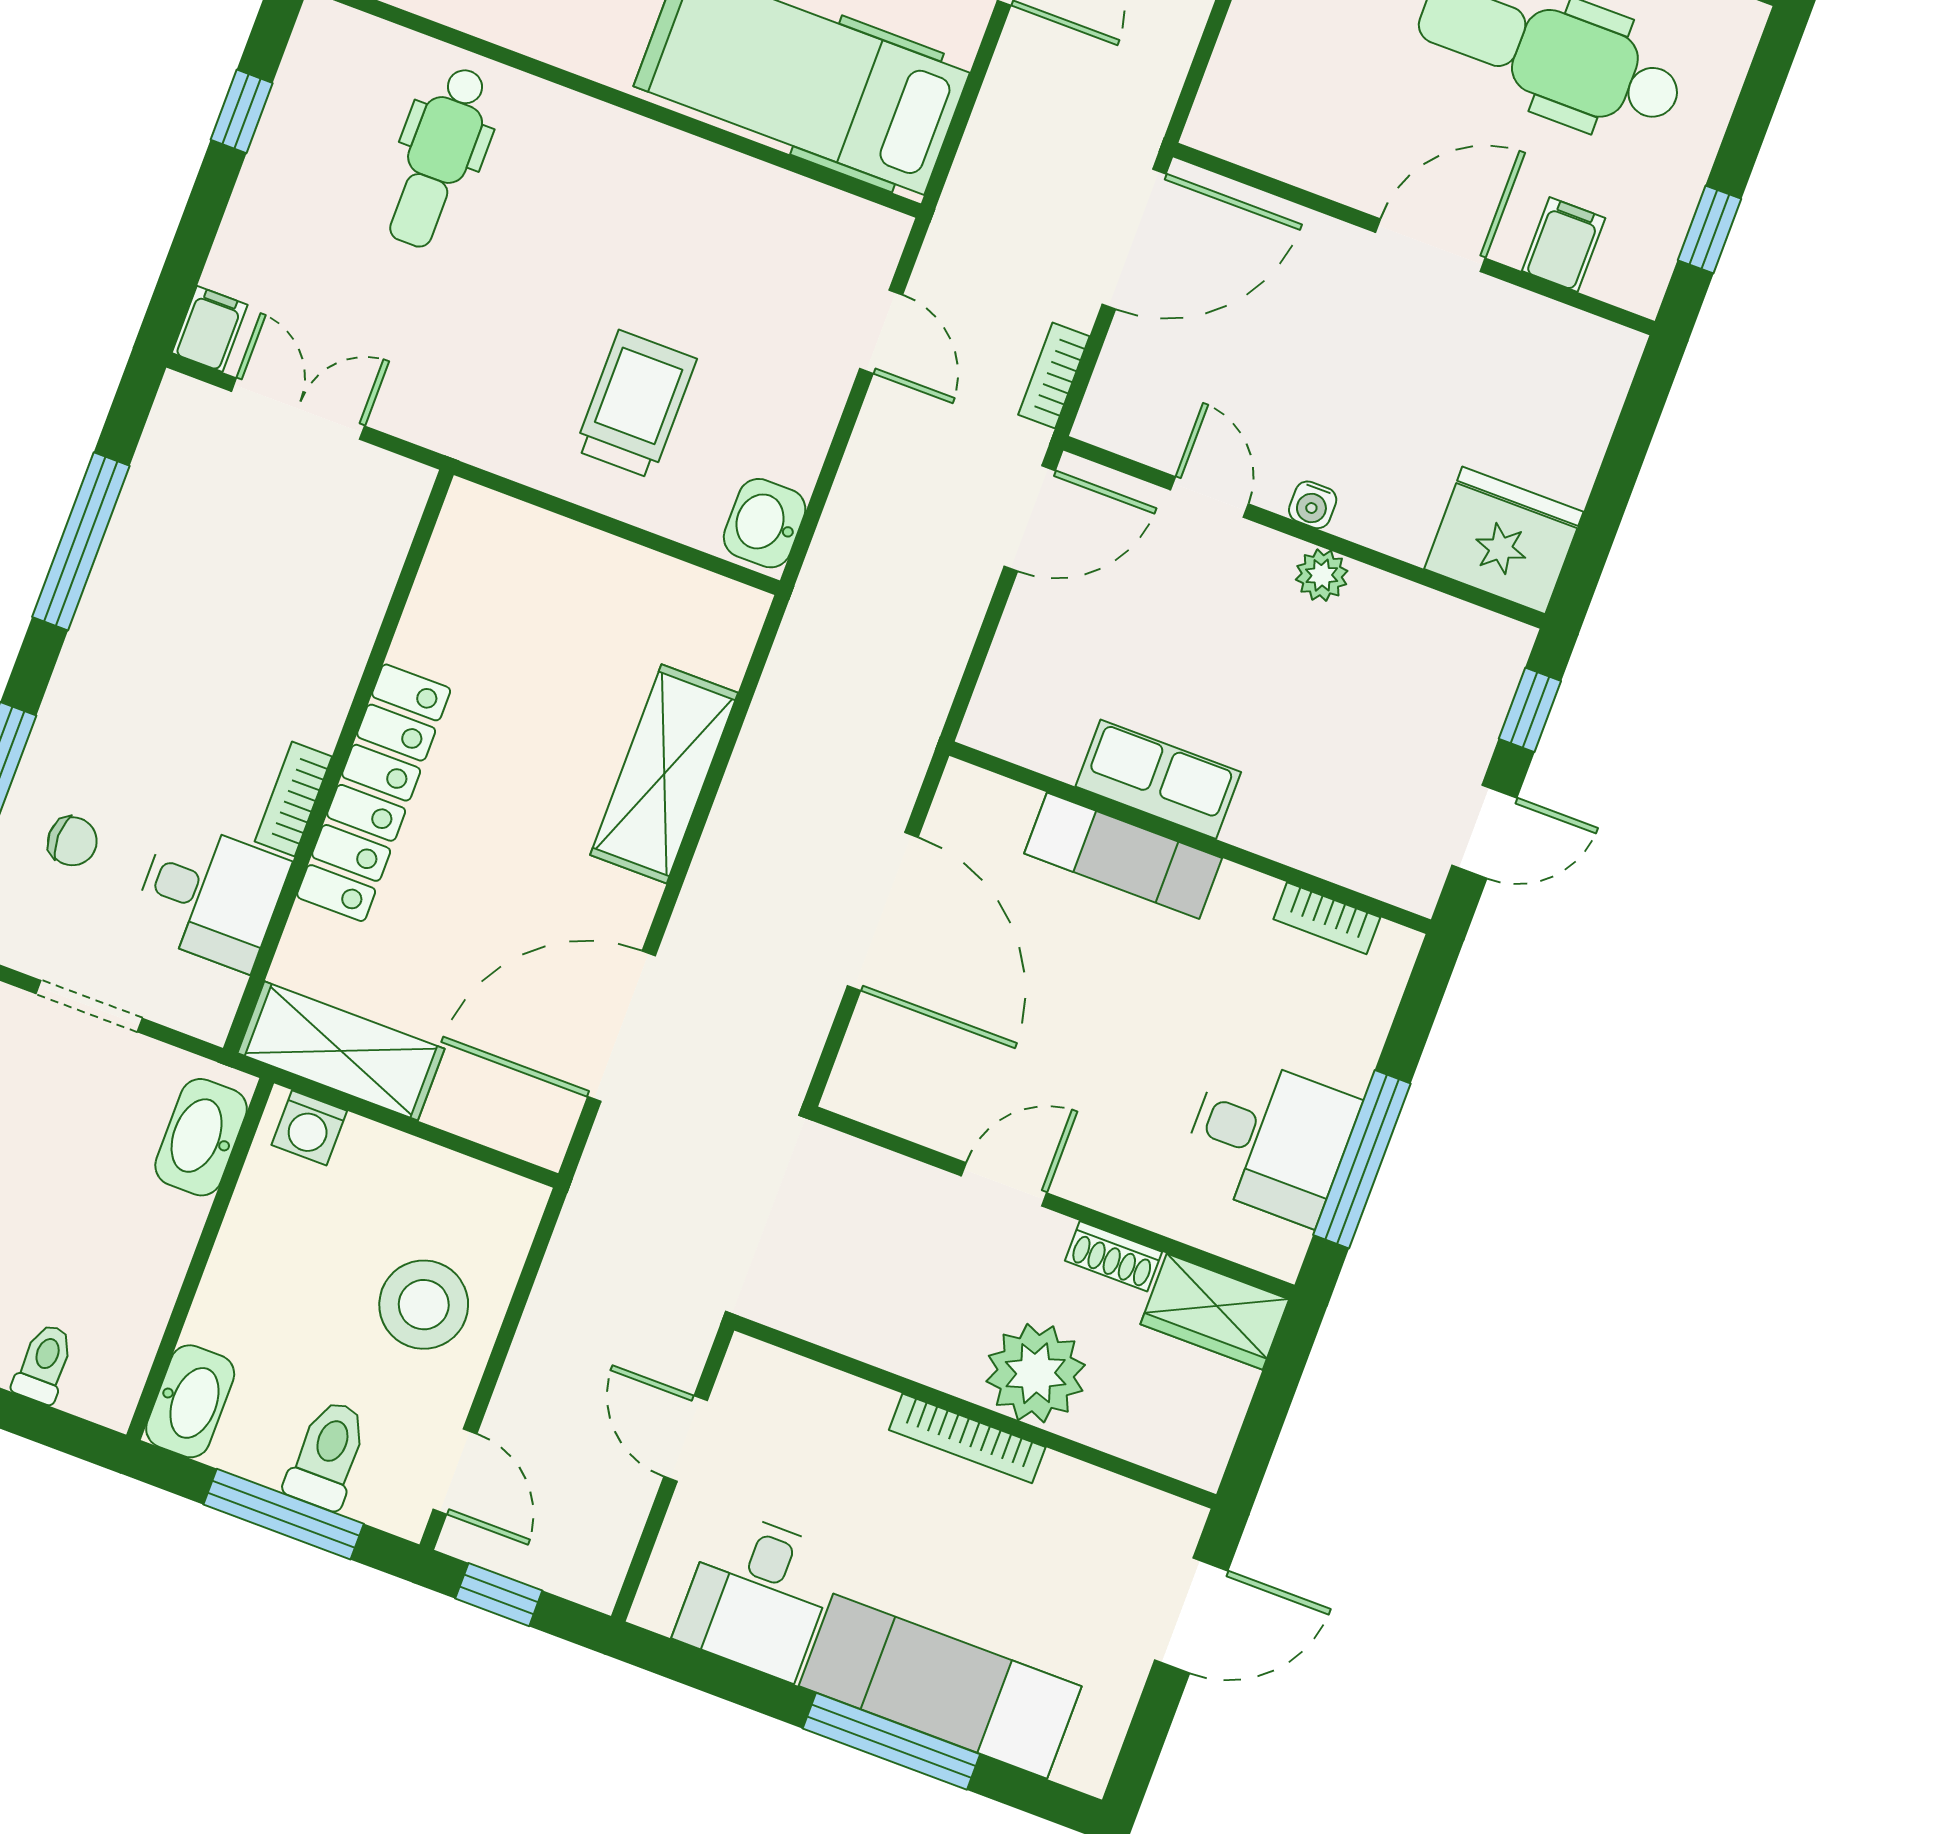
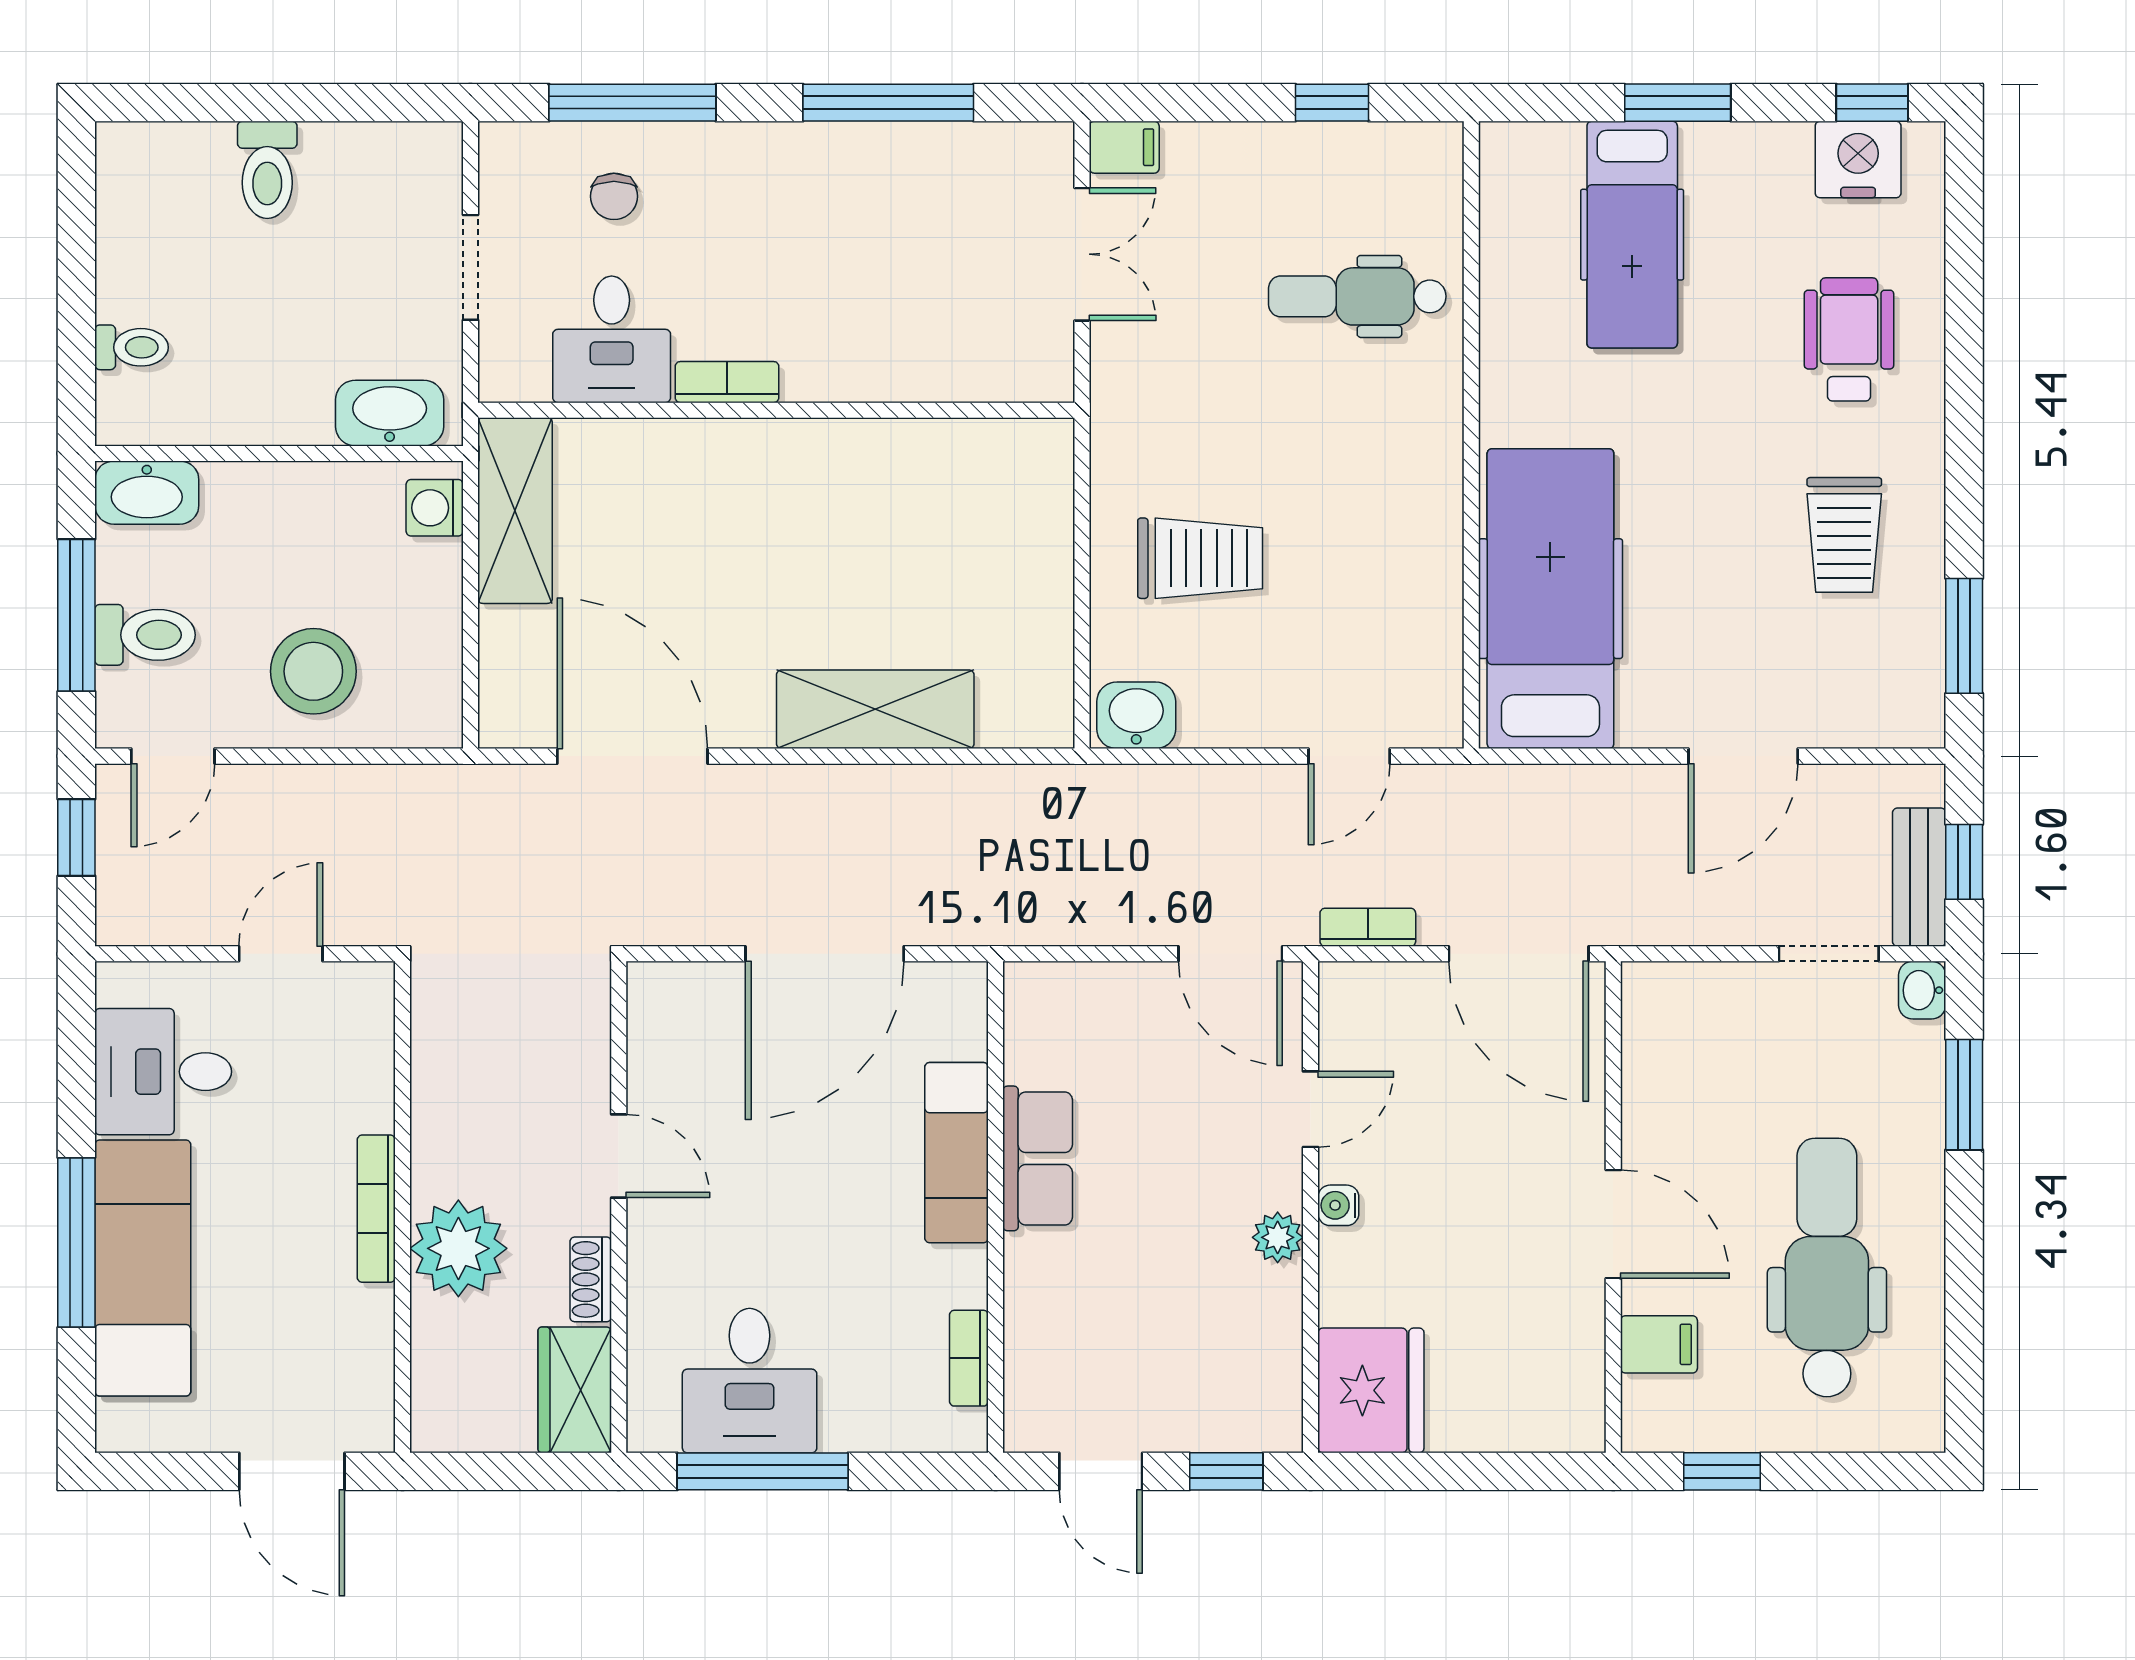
locker: (374, 793) -> (760, 453), removed

